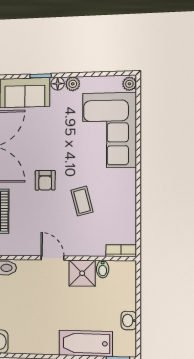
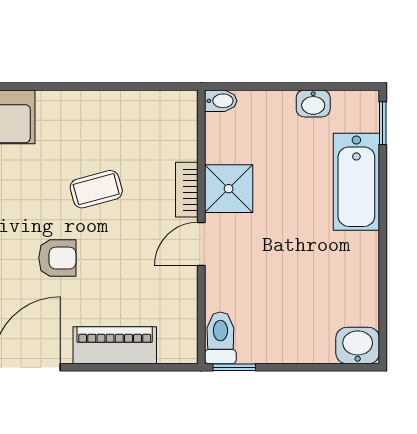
bookcase: (121, 251) -> (187, 190), moved
bidet: (103, 269) -> (221, 101), moved

